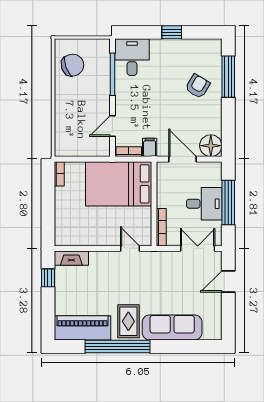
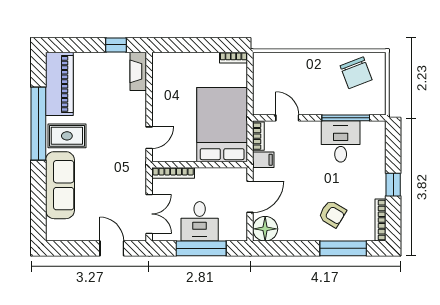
bookcase: (203, 43) -> (380, 220), added
desk: (132, 57) -> (341, 141), moved, turned -90

